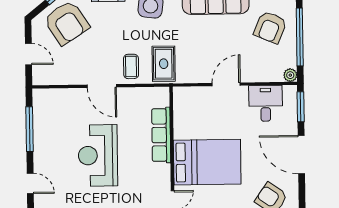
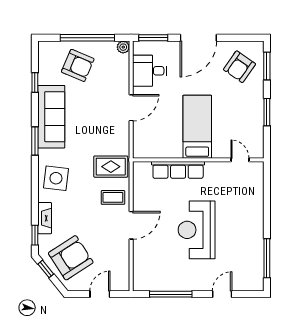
door: (226, 84) -> (131, 108), swing flipped
reception desk: (98, 155) -> (197, 230), turned 90
bed: (207, 162) -> (197, 127), width x0.67

